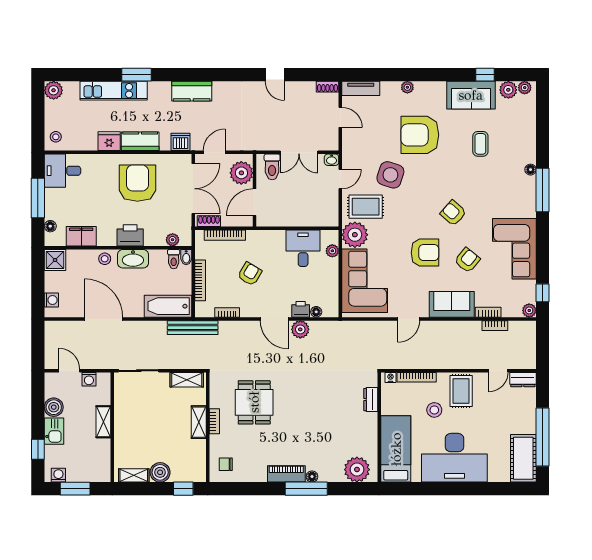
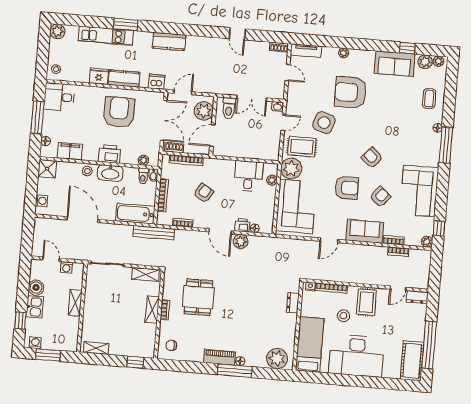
coffee table: (480, 144) -> (429, 99), moved
boiler: (160, 472) -> (118, 347), removed

